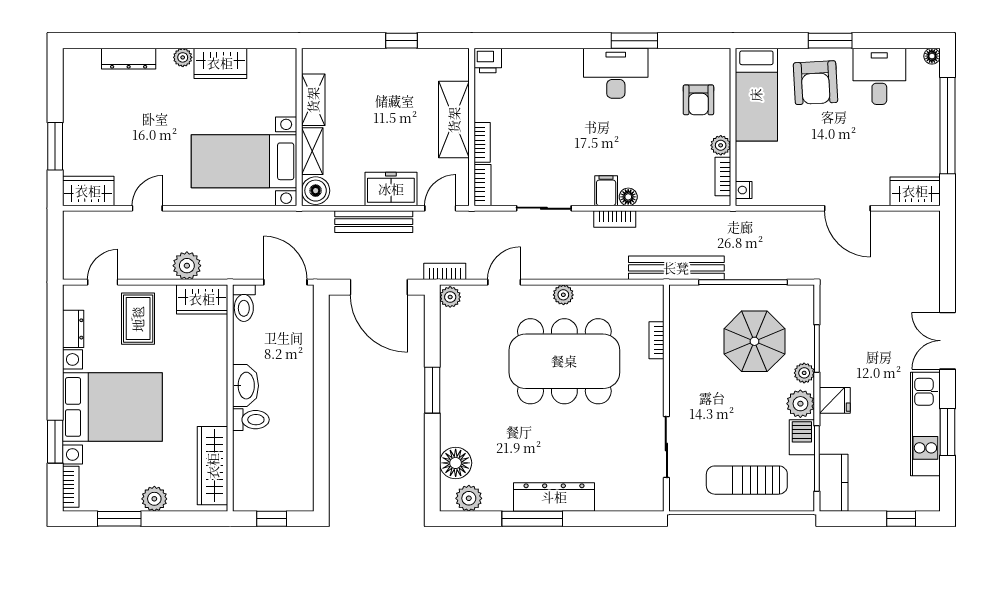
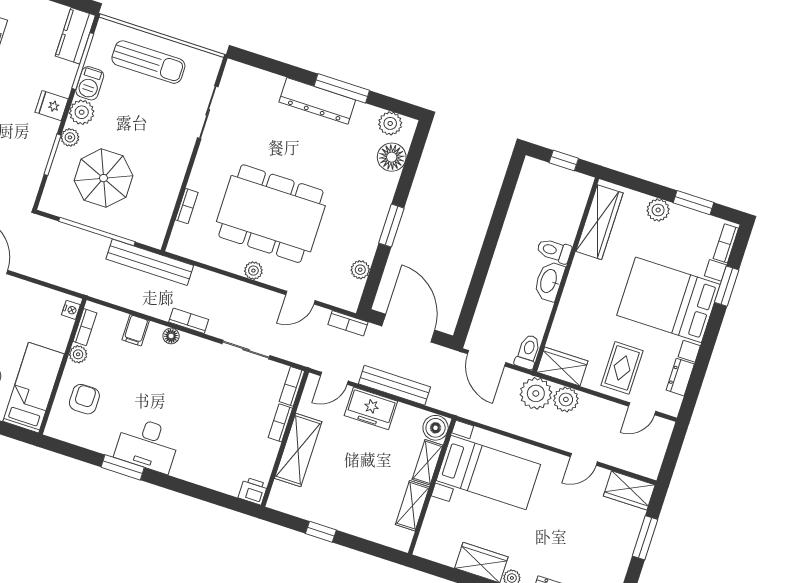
filing cabinet: (606, 191) -> (136, 330), moved
plant: (221, 262) -> (536, 393), added
plant: (450, 297) -> (360, 270), moved

